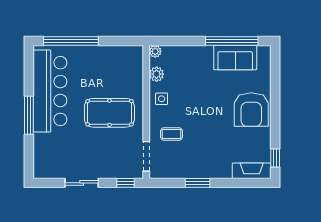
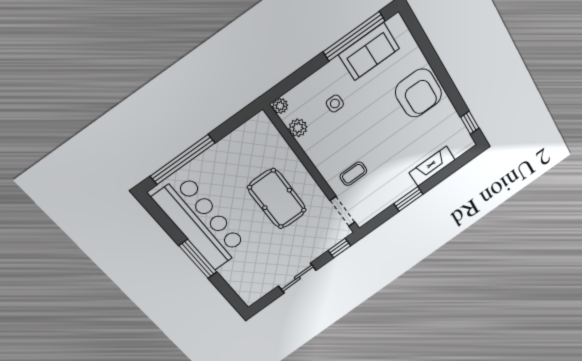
side table: (162, 99) -> (335, 104), moved
pool table: (109, 113) -> (277, 199), turned 90
fireplace: (252, 171) -> (432, 166), moved

